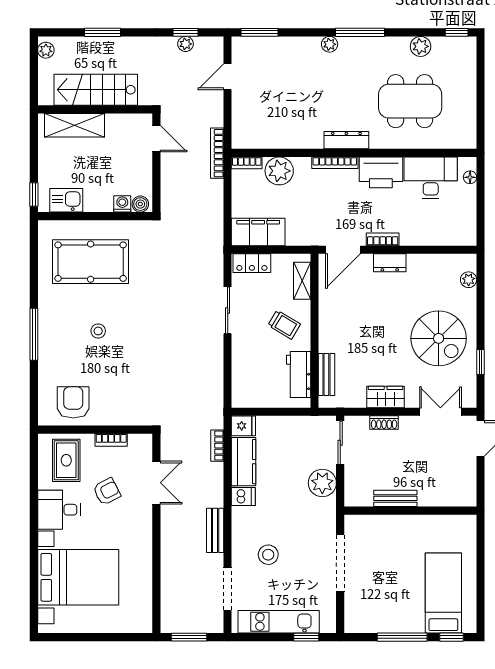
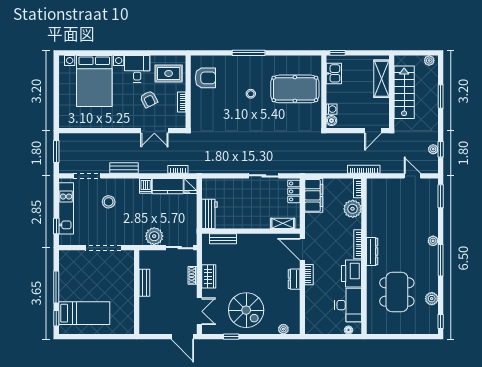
pool table: (91, 262) -> (295, 89), turned 90
trolley: (284, 325) -> (255, 212), removed
spiral stairs: (439, 338) -> (246, 310), turned -90
workbench: (299, 375) -> (210, 214), moved, turned 90

